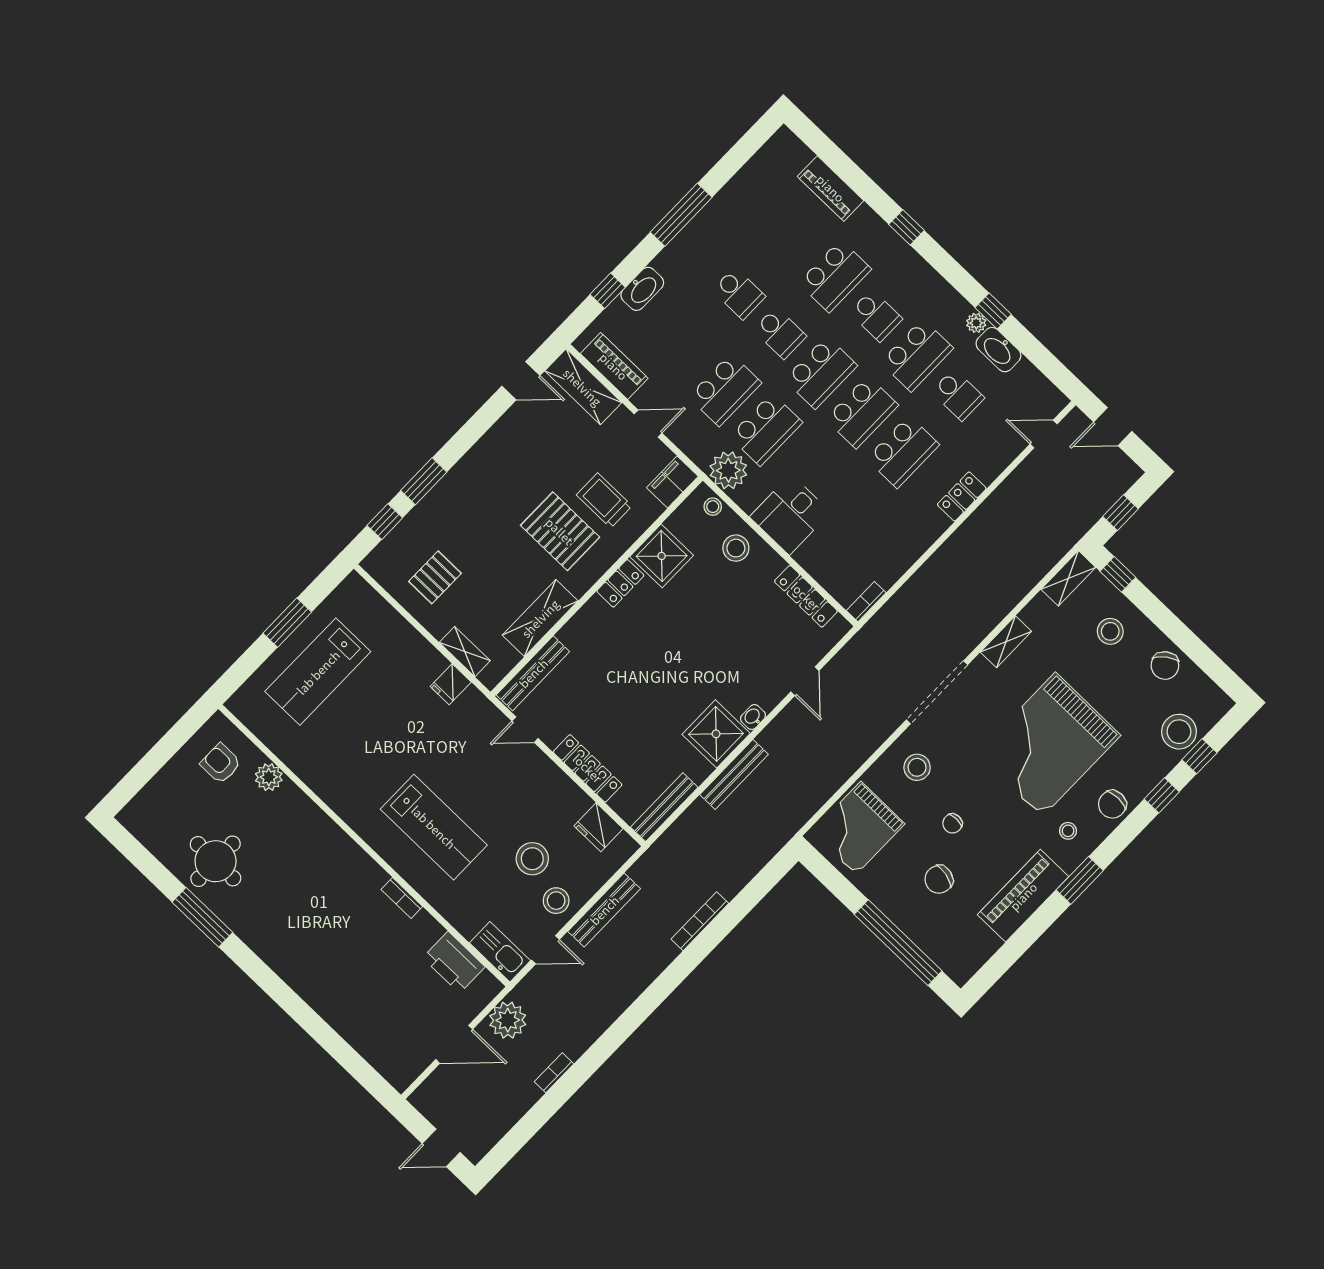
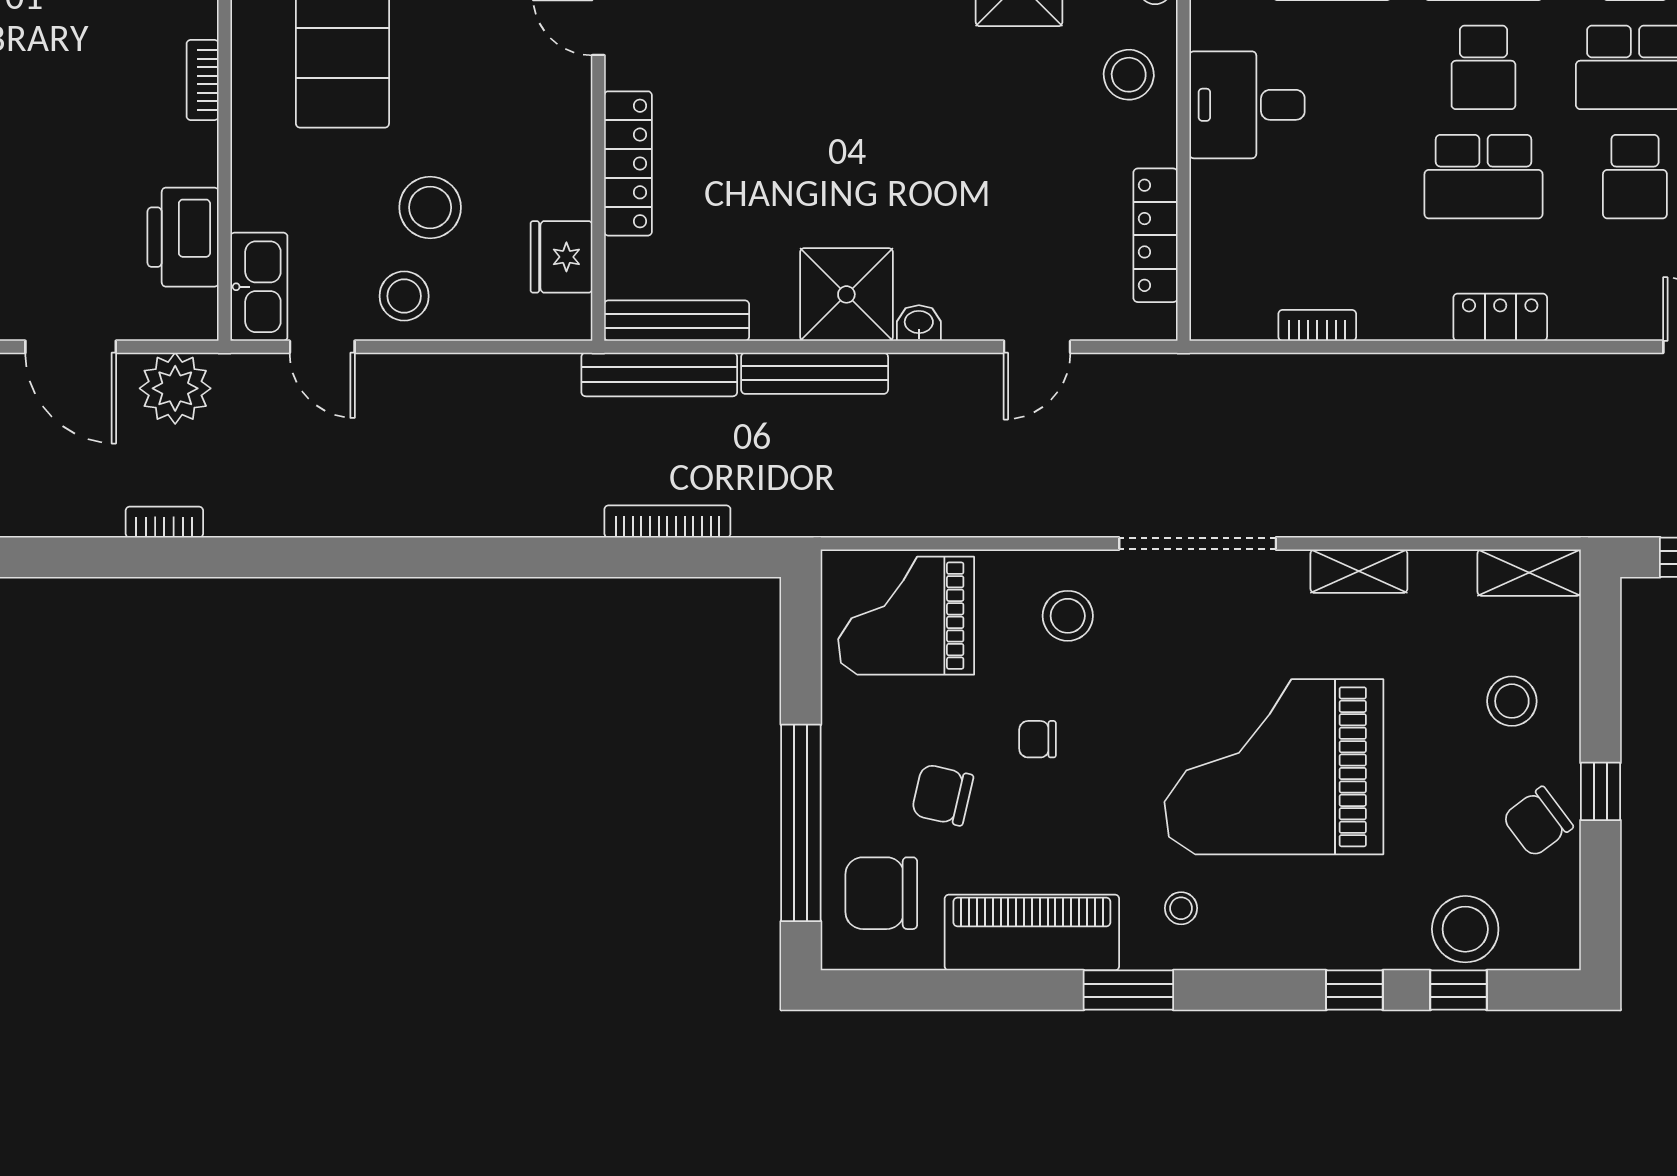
school desk: (862, 412) -> (1483, 67), width x0.54
window: (1118, 574) -> (1601, 791), moved
bookcase: (866, 602) -> (1317, 325), moved
chair: (1112, 804) -> (881, 893), moved, width x1.37, depth x1.37
bench: (604, 910) -> (659, 374), moved
bookcase: (700, 921) -> (667, 521), moved

